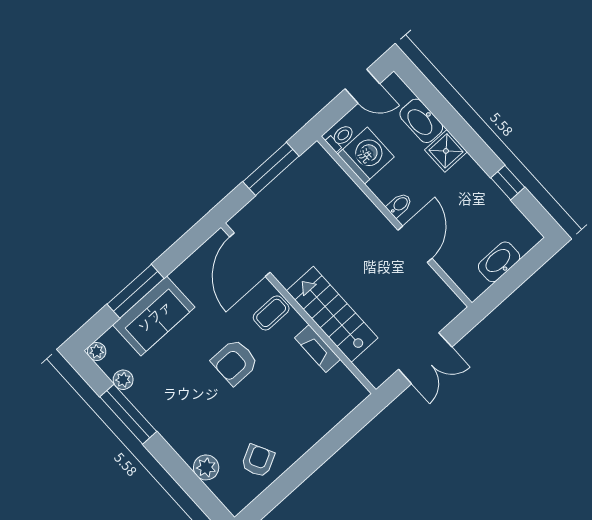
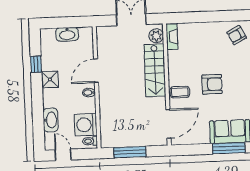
shower: (446, 151) -> (50, 79), moved
fireplace: (317, 349) -> (172, 37), moved
plant: (371, 365) -> (156, 36), added

